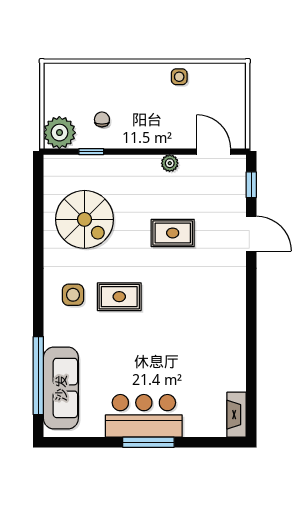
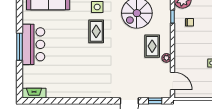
door: (214, 152) -> (173, 81), hinge flipped
rug: (173, 233) -> (152, 46), moved

